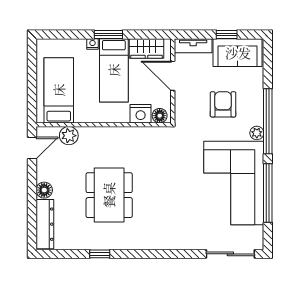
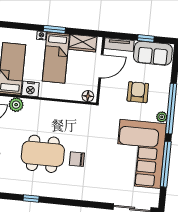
door: (173, 76) -> (101, 66), swing flipped
nightstand: (141, 114) -> (30, 89), moved
dining table: (109, 195) -> (43, 154), turned 90
chair: (153, 198) -> (77, 159), added

